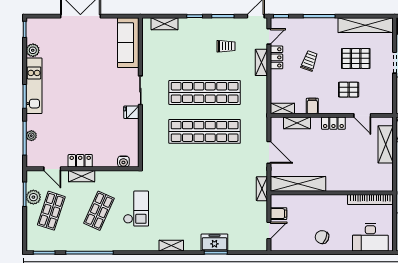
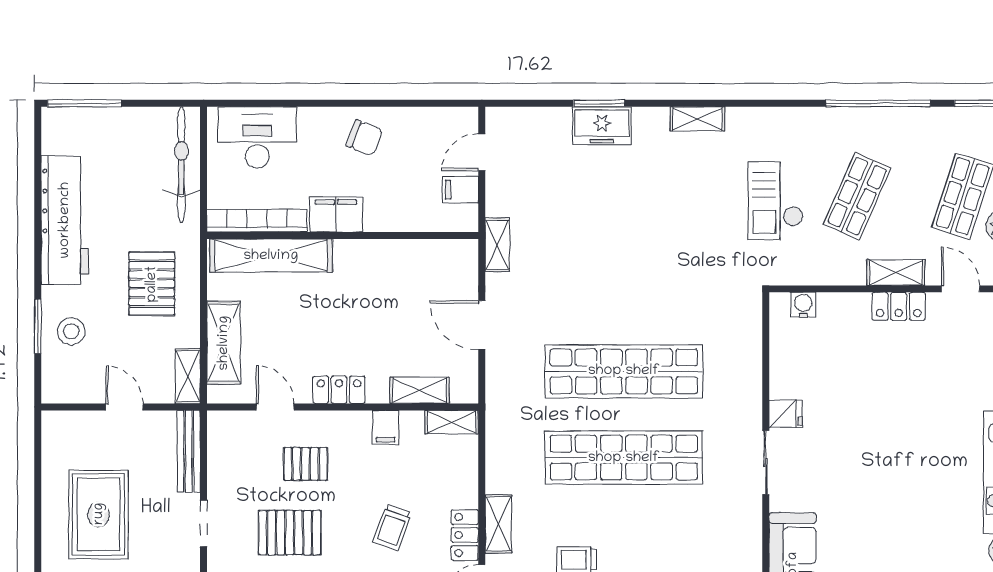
shelving: (298, 184) -> (271, 256), moved
filing cabinet: (335, 202) -> (336, 214), added

